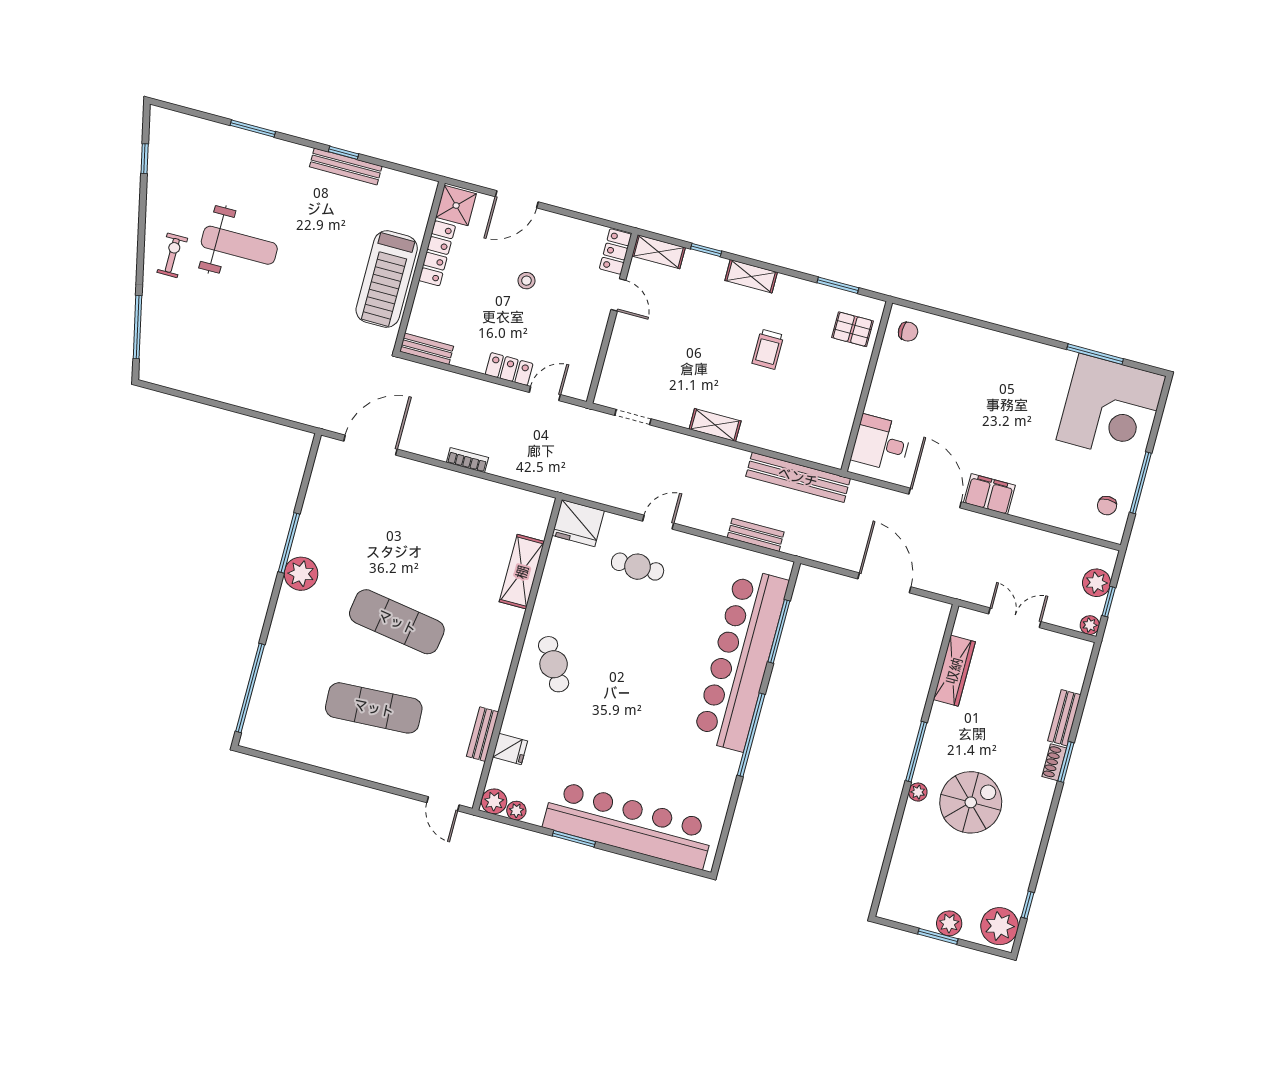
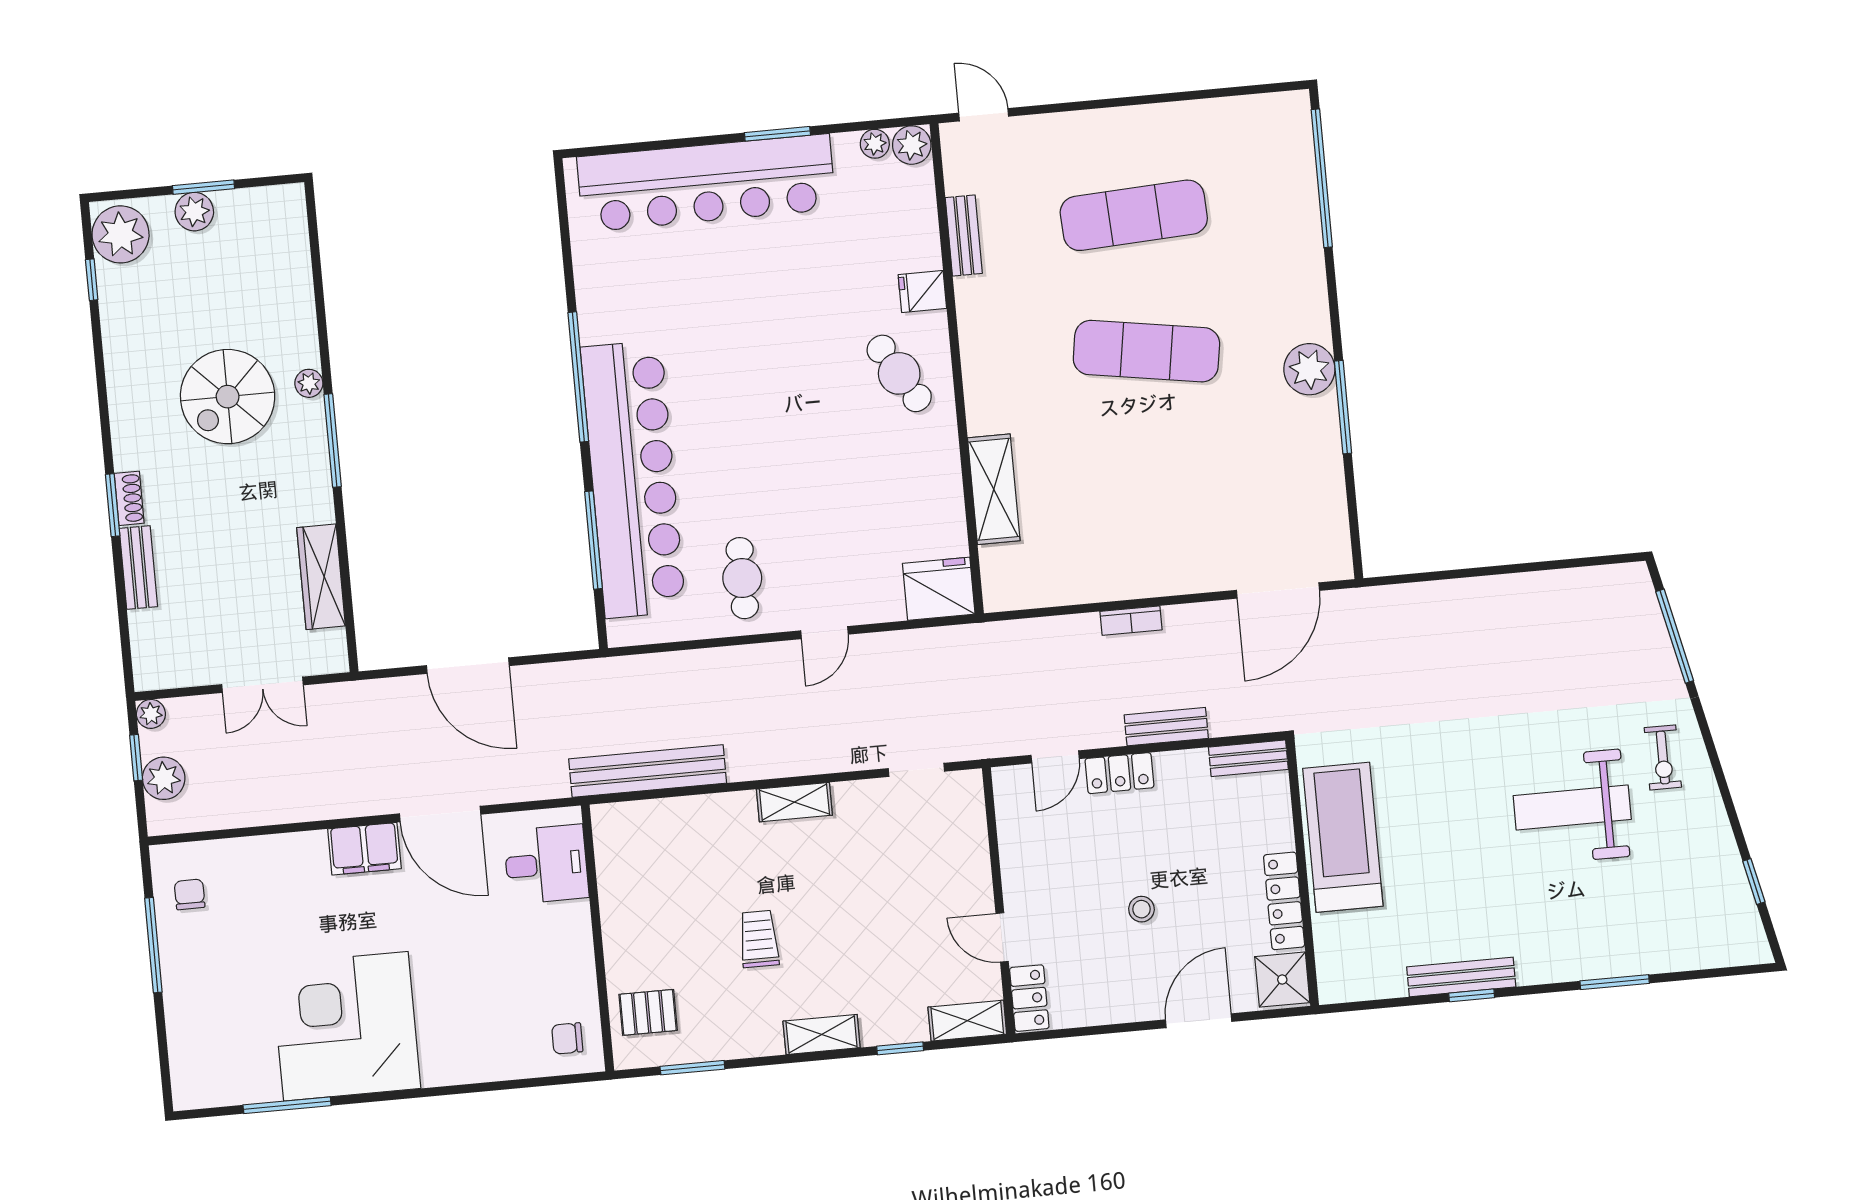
corner desk: (1111, 408) -> (346, 1026), moved
bench: (756, 535) -> (1166, 727), moved
cafe table: (638, 567) -> (742, 578), moved, turned 90
fridge: (510, 749) -> (922, 291), moved

